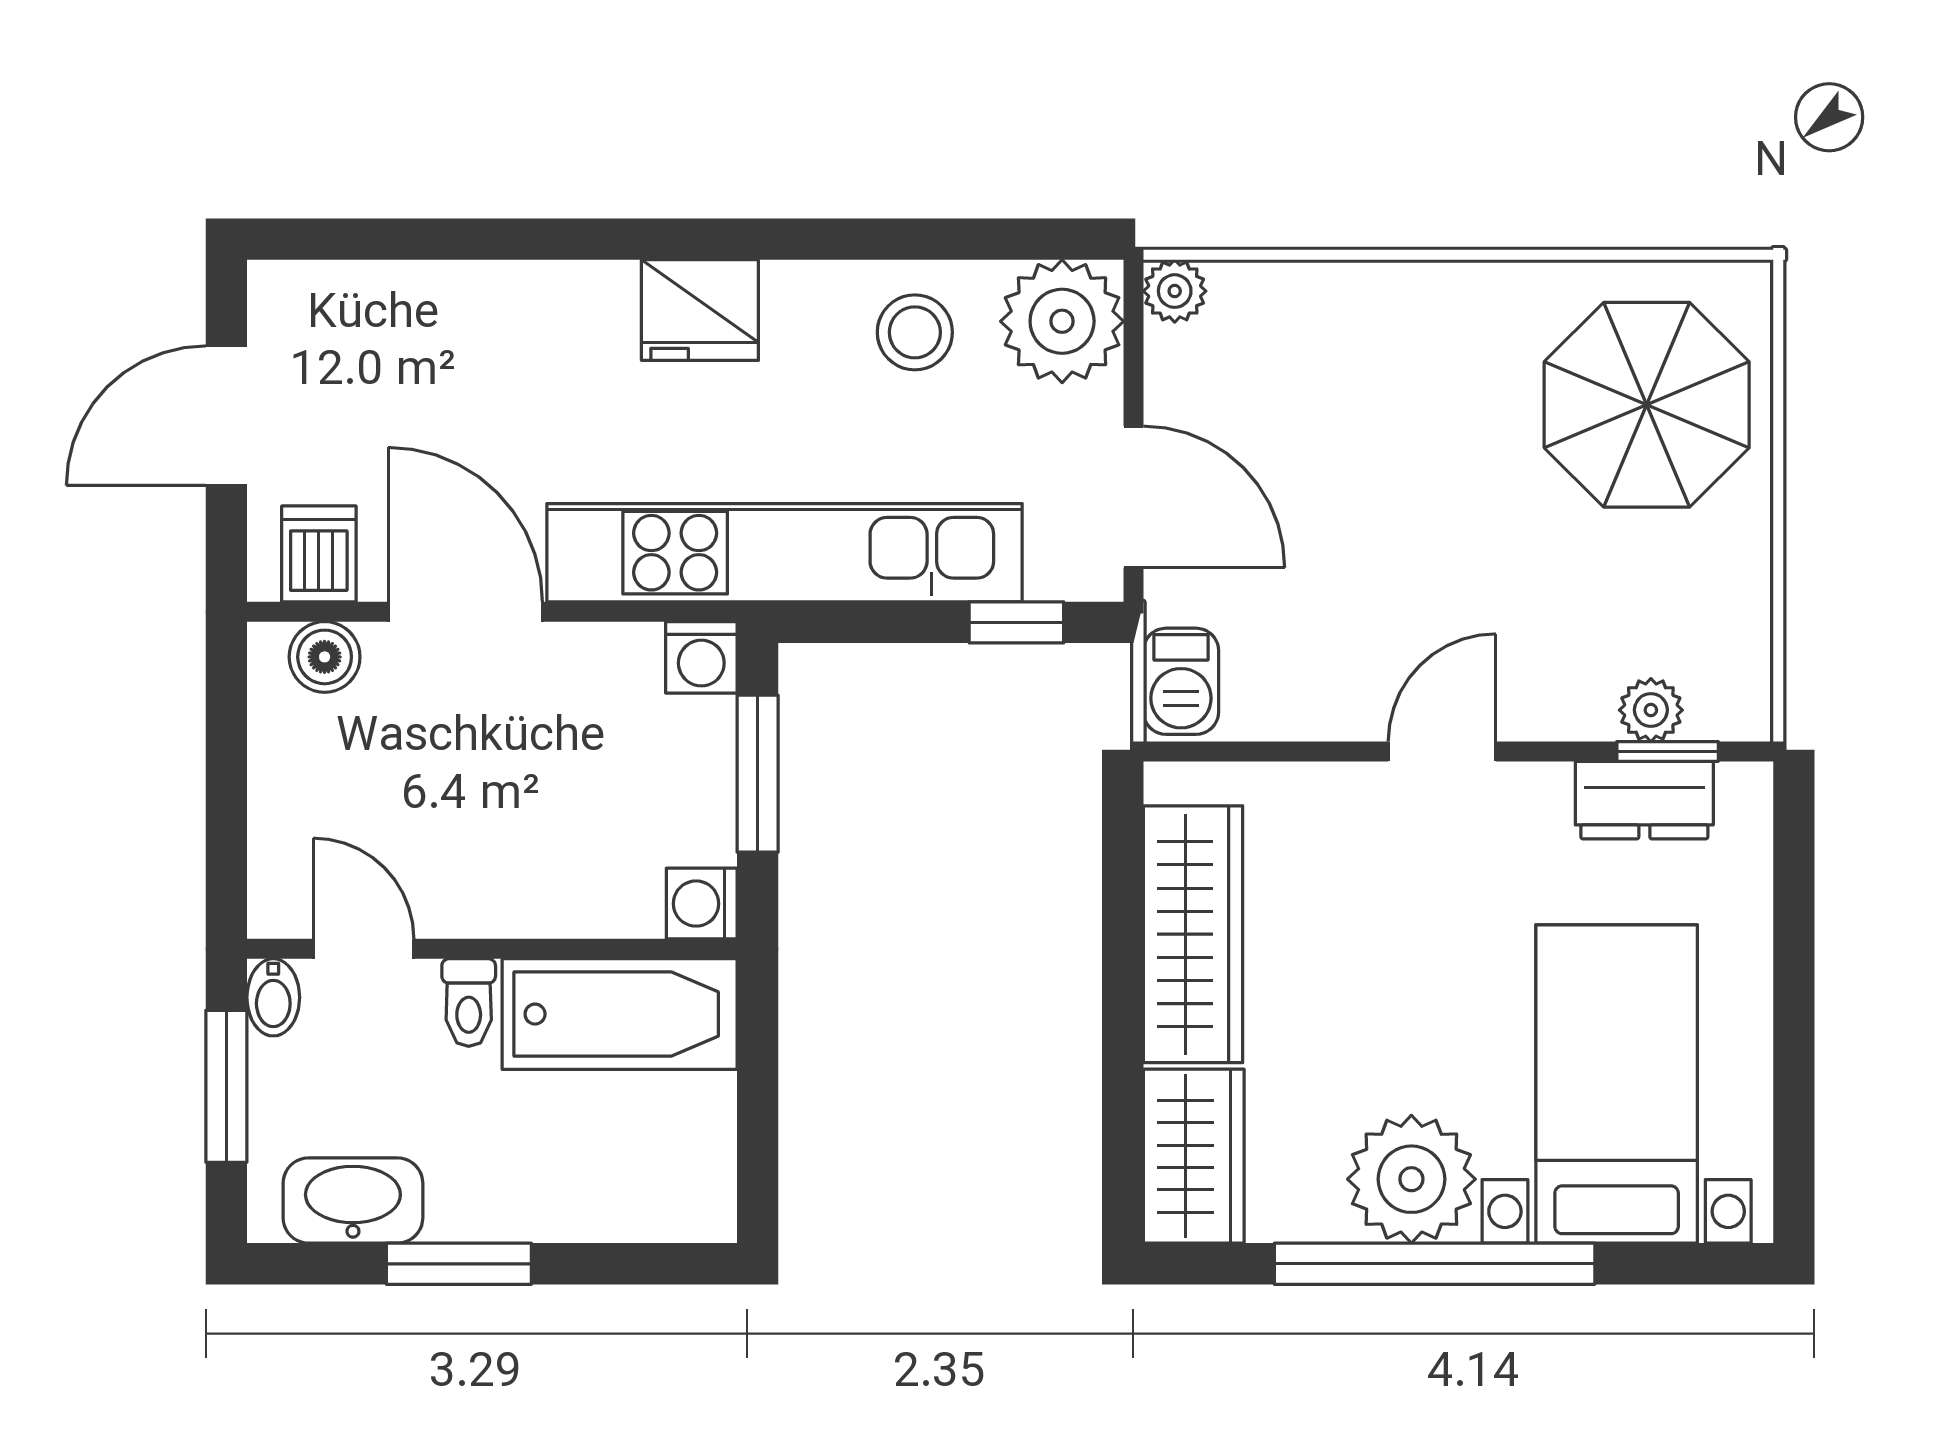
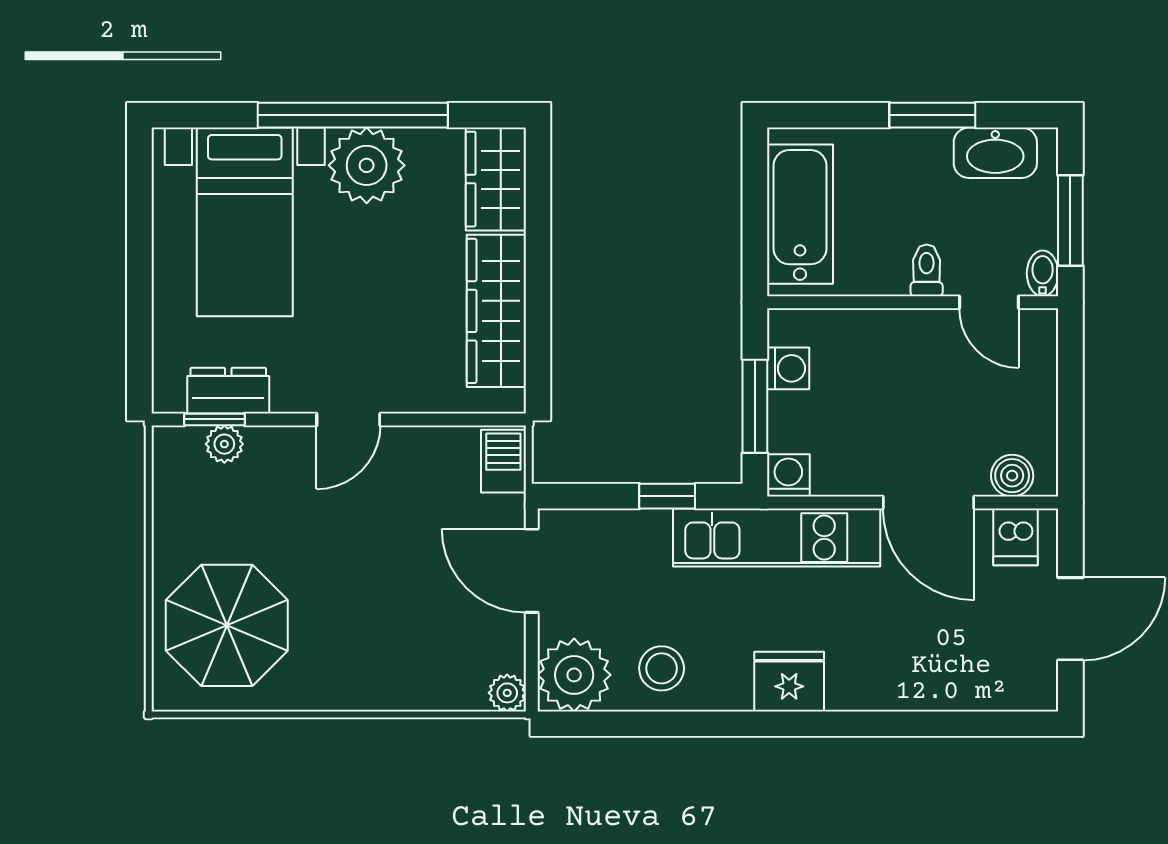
kitchen unit: (784, 553) -> (777, 538), width x0.73
window: (1016, 622) -> (667, 496), moved
washing machine: (702, 904) -> (788, 368), moved
bathtub: (620, 1014) -> (800, 214), moved, turned 90

